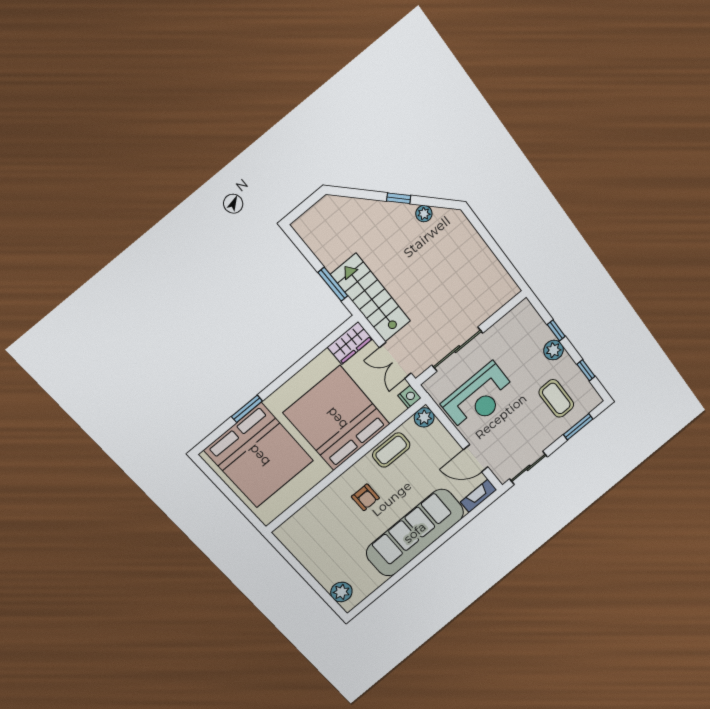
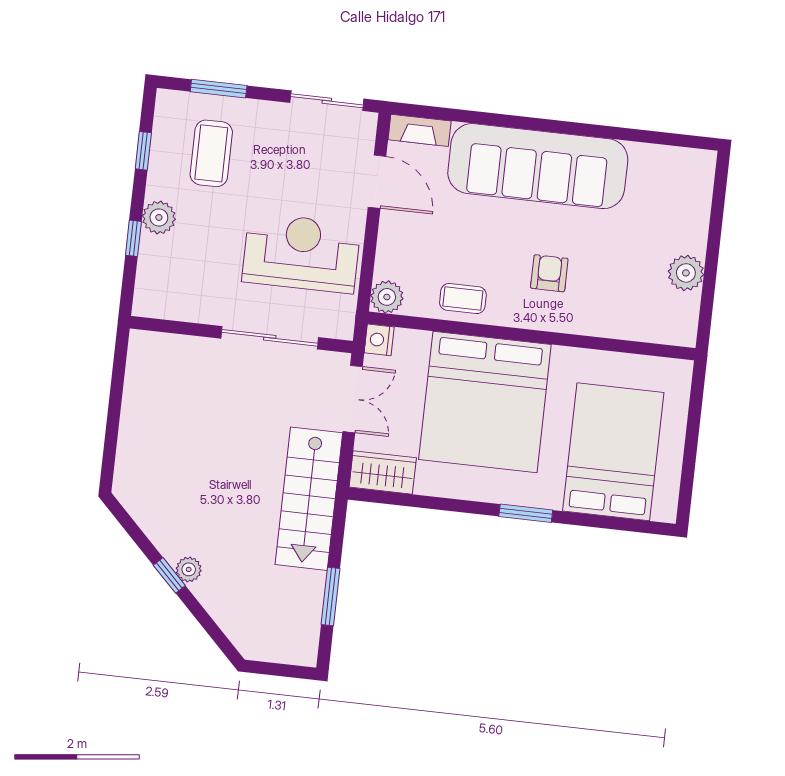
plant: (424, 214) -> (189, 569), moved
window: (333, 284) -> (331, 597), moved
window: (247, 409) -> (526, 513), moved
coffee table: (391, 450) -> (463, 299), width x0.73, depth x0.77
bed: (259, 455) -> (613, 452), width x0.73
plant: (341, 592) -> (686, 273), moved

